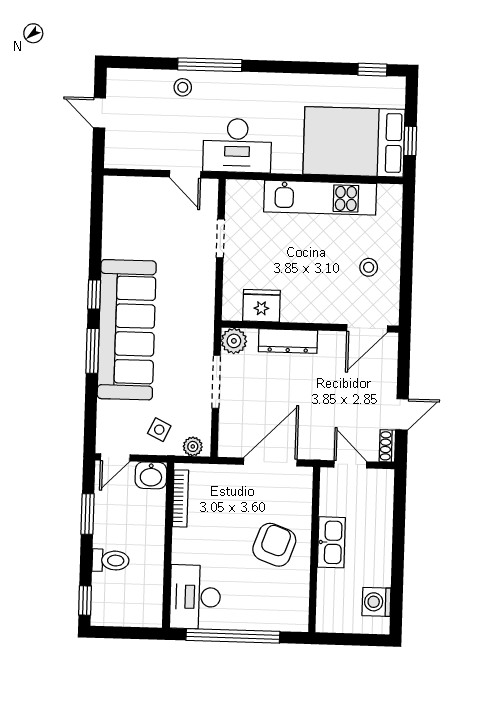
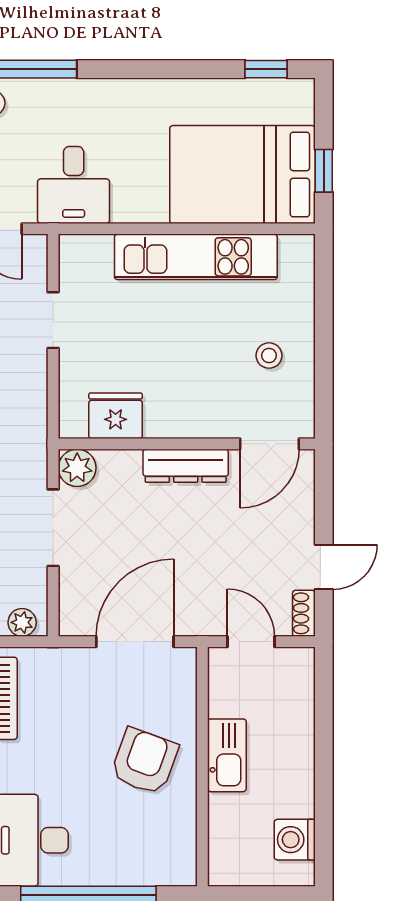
desk: (237, 146) -> (74, 185), width x0.73
dresser: (288, 341) -> (186, 466), moved

